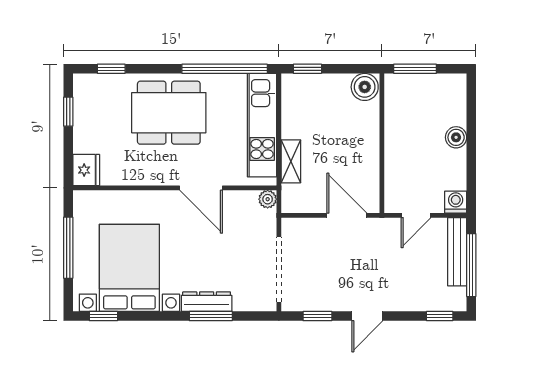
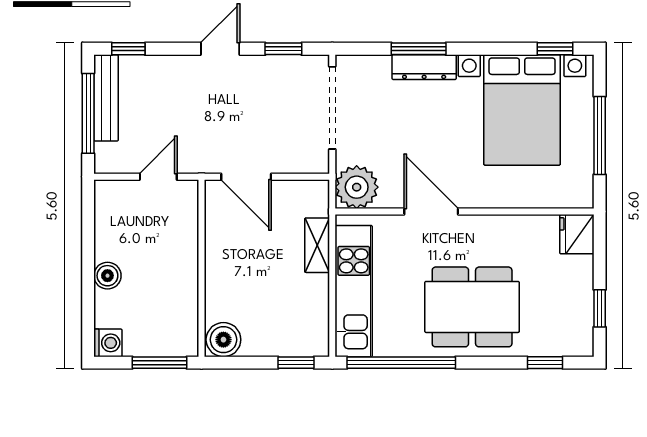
plant: (268, 199) -> (357, 187), width x1.88, depth x1.88
washing machine: (456, 202) -> (108, 343), moved, turned -90
bench: (457, 252) -> (106, 98), moved

